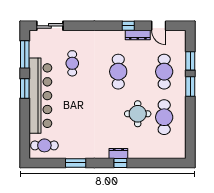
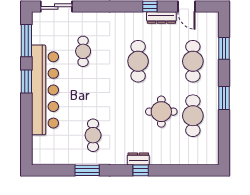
window: (190, 86) -> (224, 98), moved
cafe table: (44, 145) -> (93, 135), moved, turned 90

